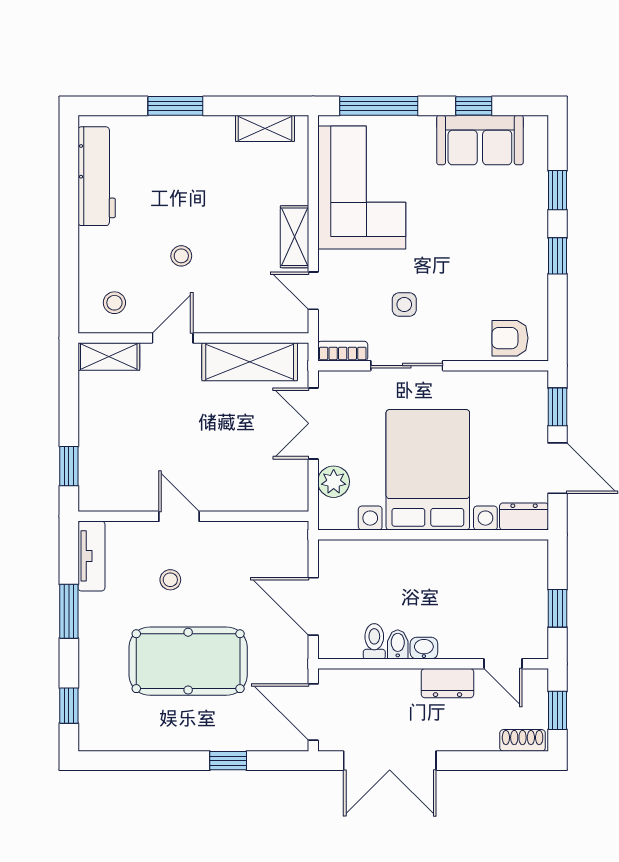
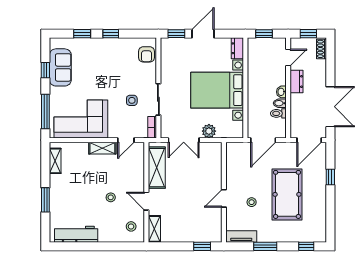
bed with nightstands: (428, 470) -> (217, 90), moved
dresser: (524, 516) -> (237, 48), moved
wall: (433, 535) -> (245, 88), moved

